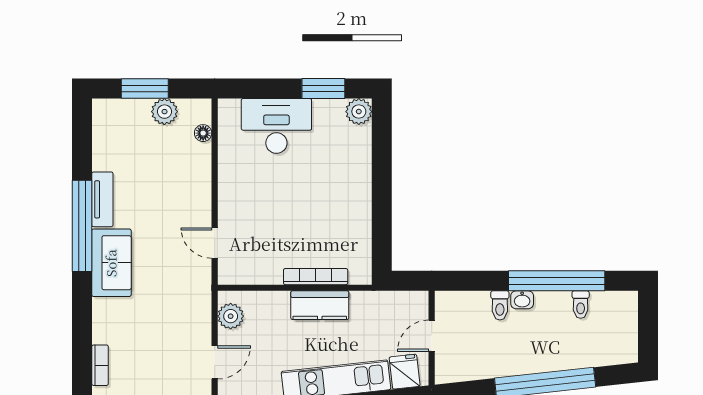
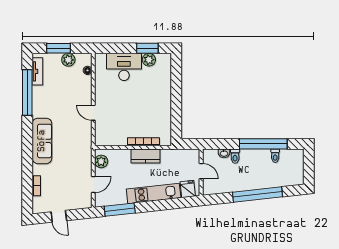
plant: (359, 112) -> (149, 60), moved
tv unit: (102, 199) -> (37, 71), moved
window: (82, 226) -> (27, 93), moved
door: (215, 243) -> (93, 113), moved
sofa: (111, 263) -> (42, 141), width x1.36
washbasin: (522, 300) -> (224, 153), moved
door: (432, 336) -> (201, 171), swing flipped

